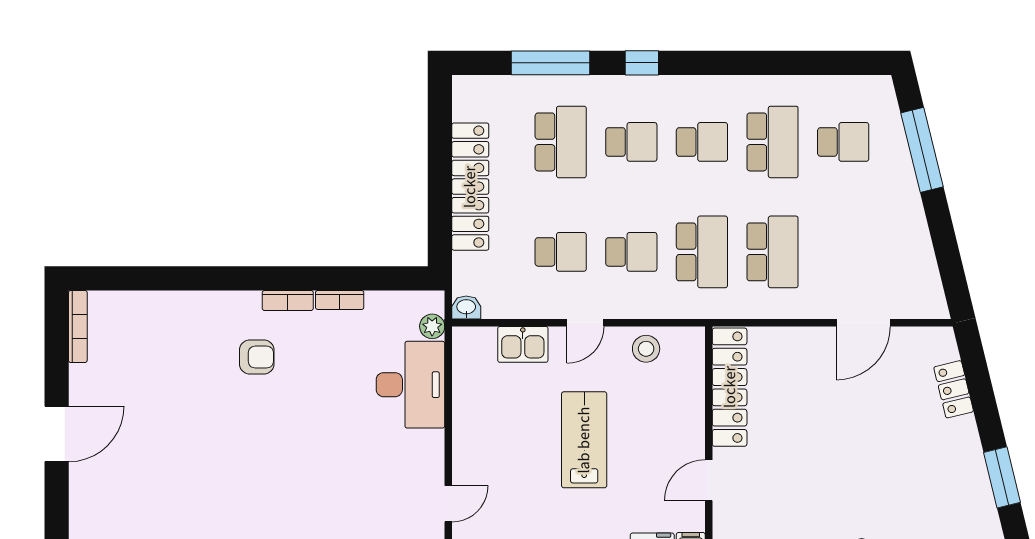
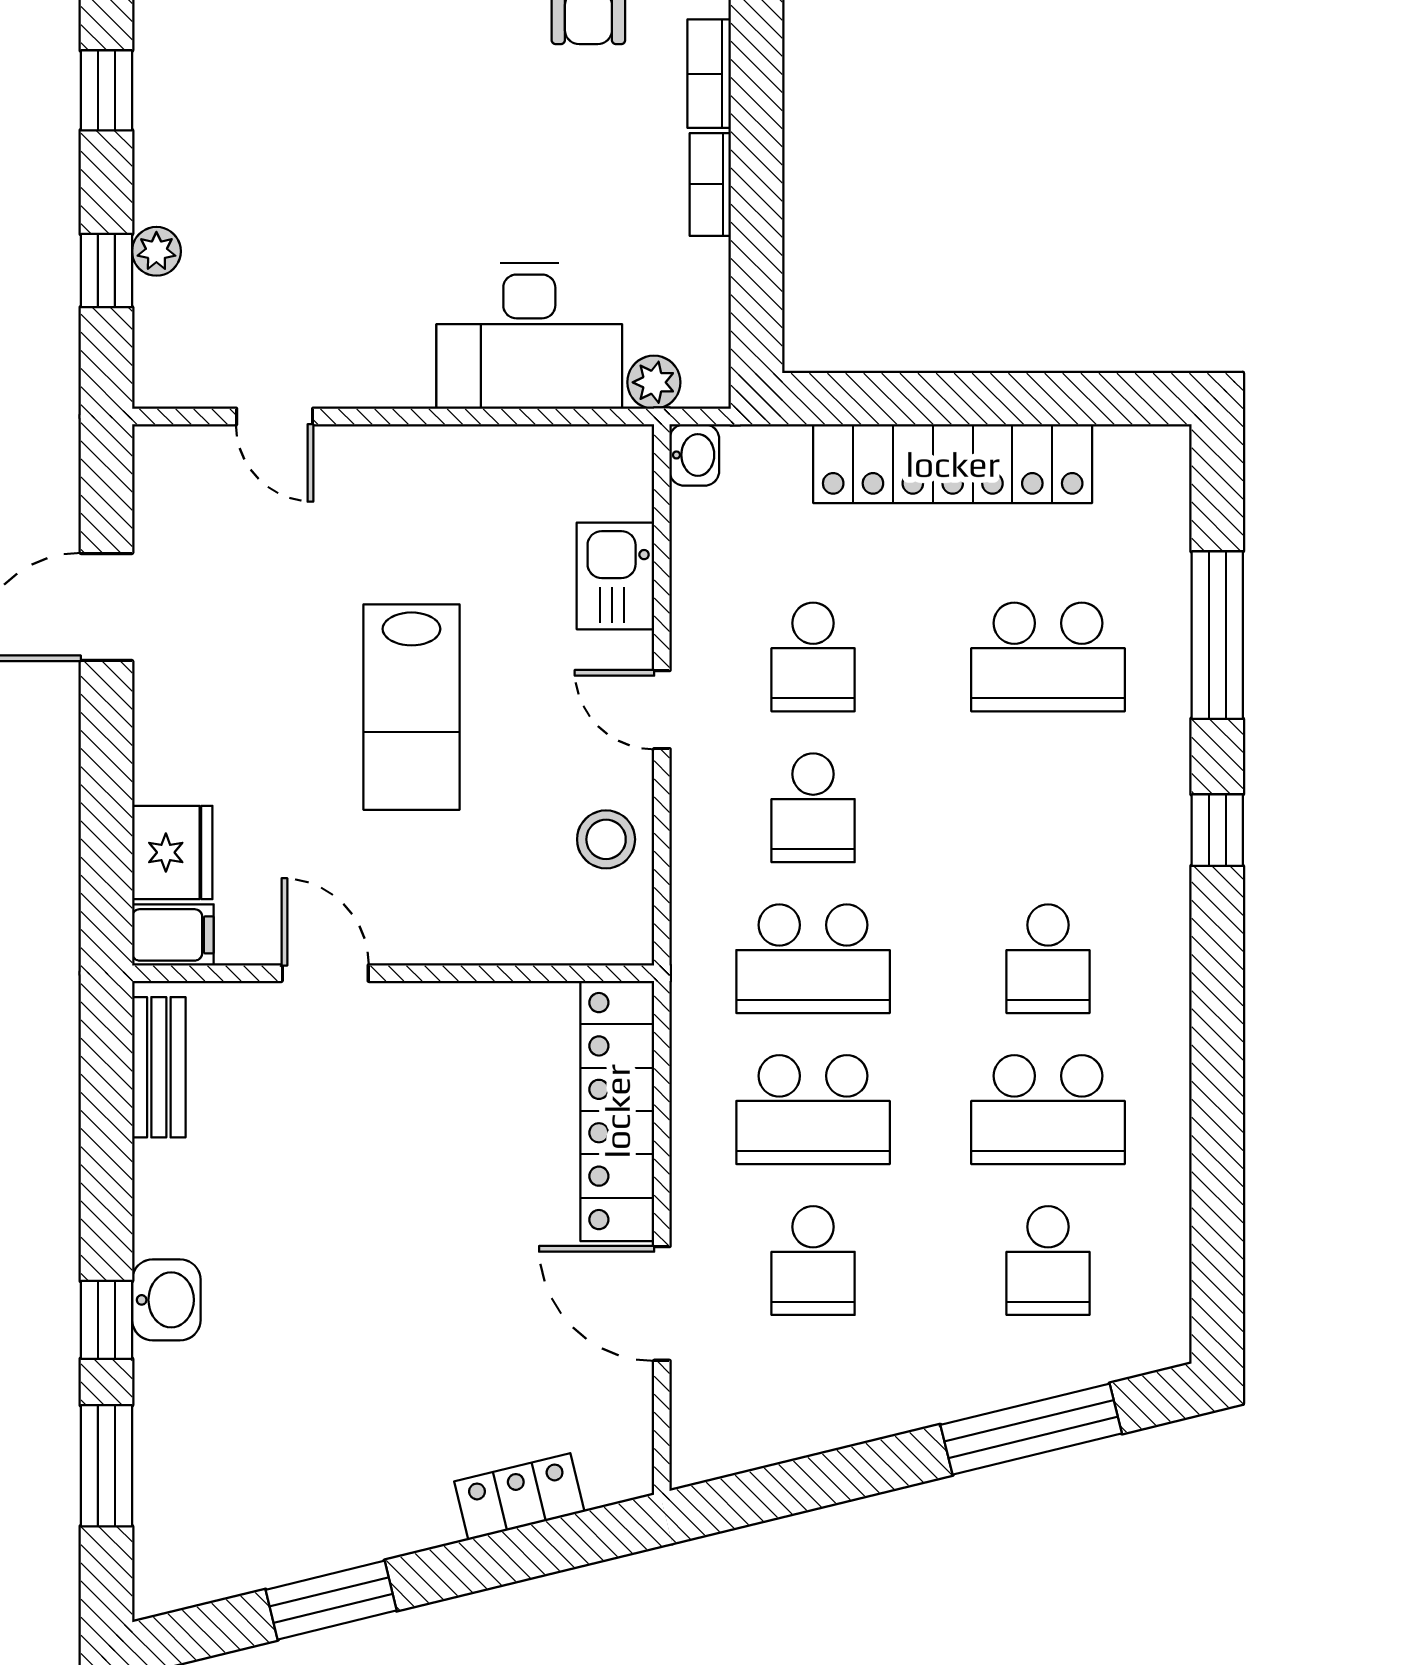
school desk: (631, 142) -> (813, 1261), moved
locker: (730, 387) -> (617, 1111), moved, turned 90
lab bench: (584, 440) -> (411, 707), turned 90

